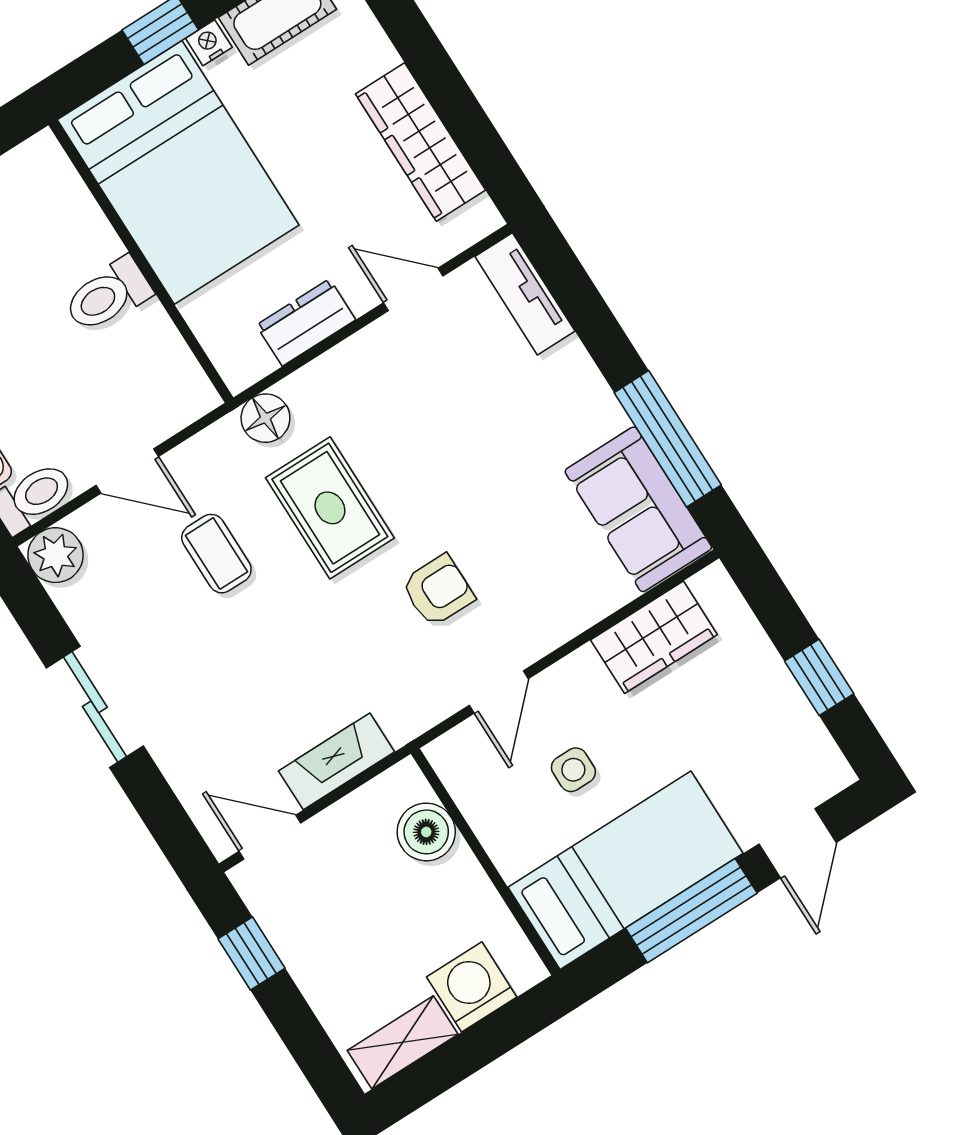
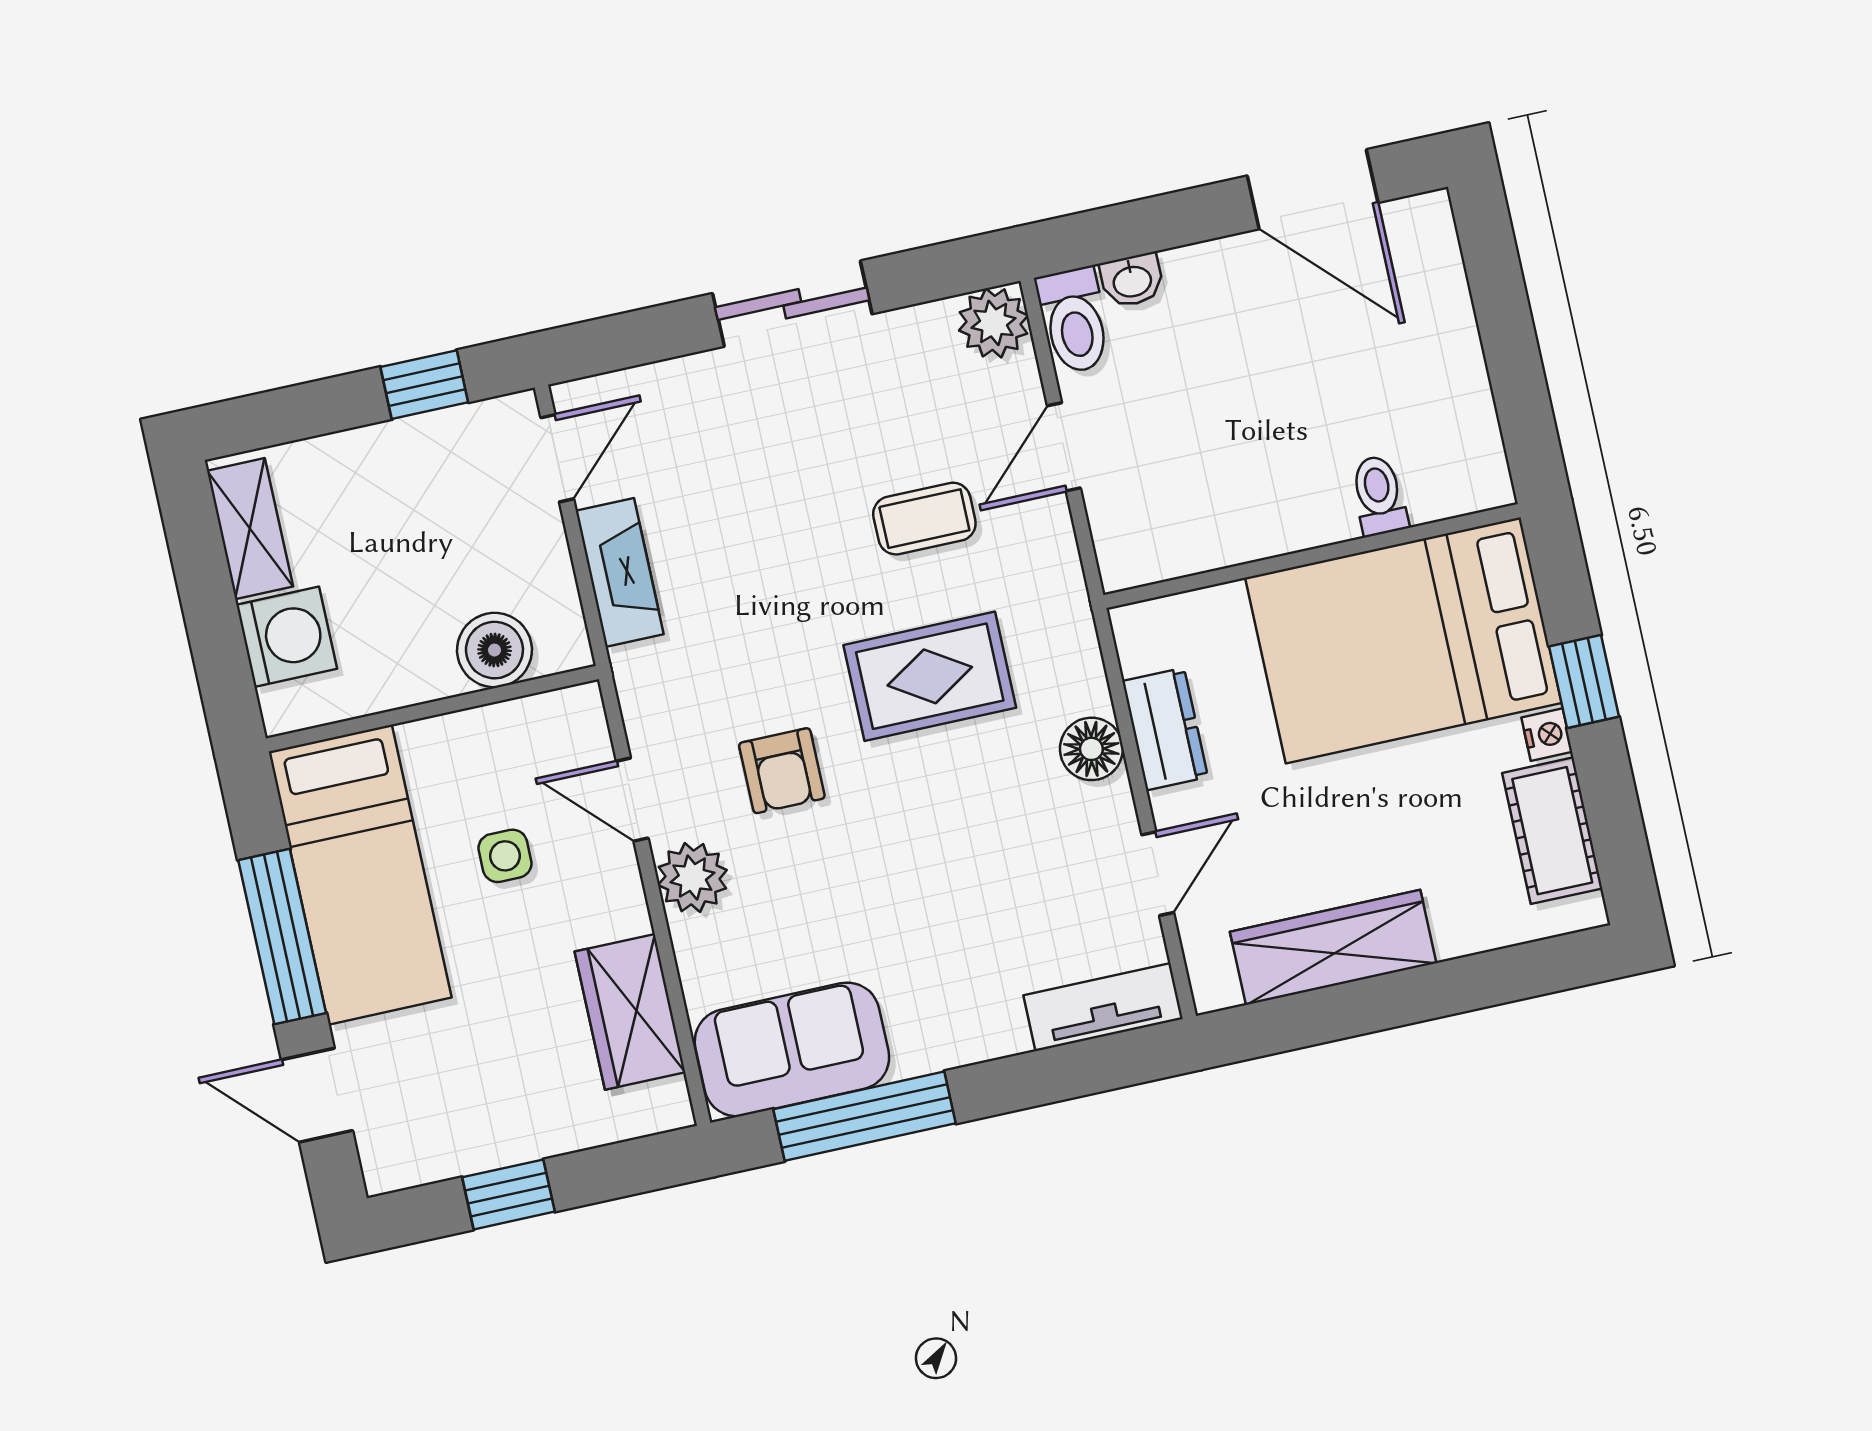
toilet: (108, 295) -> (1379, 495), moved, width x0.73, depth x0.72
floor lamp: (265, 418) -> (1091, 749), moved
plant: (540, 627) -> (692, 878), added

